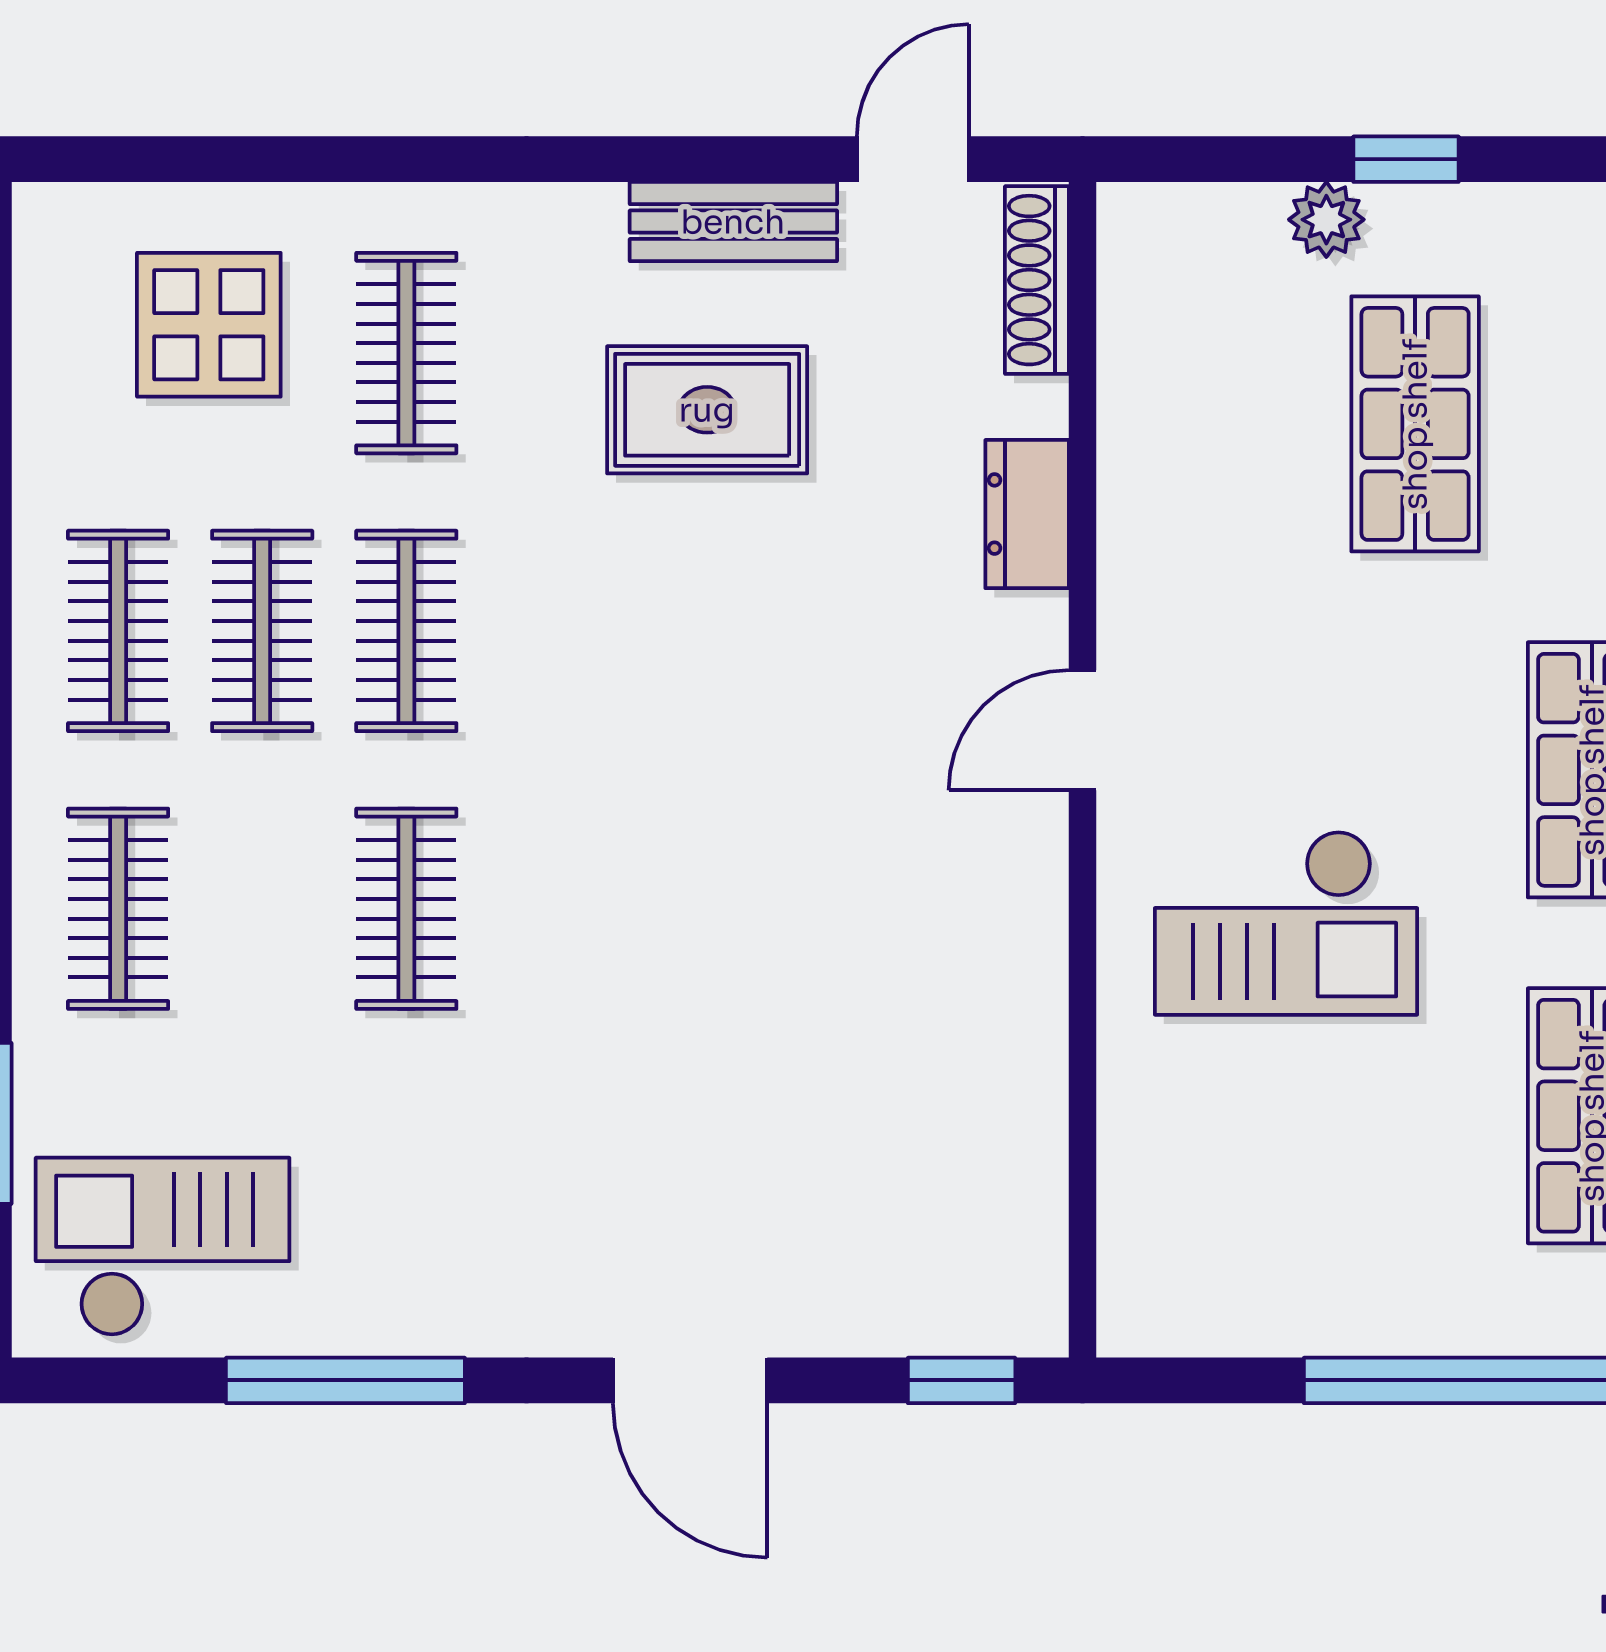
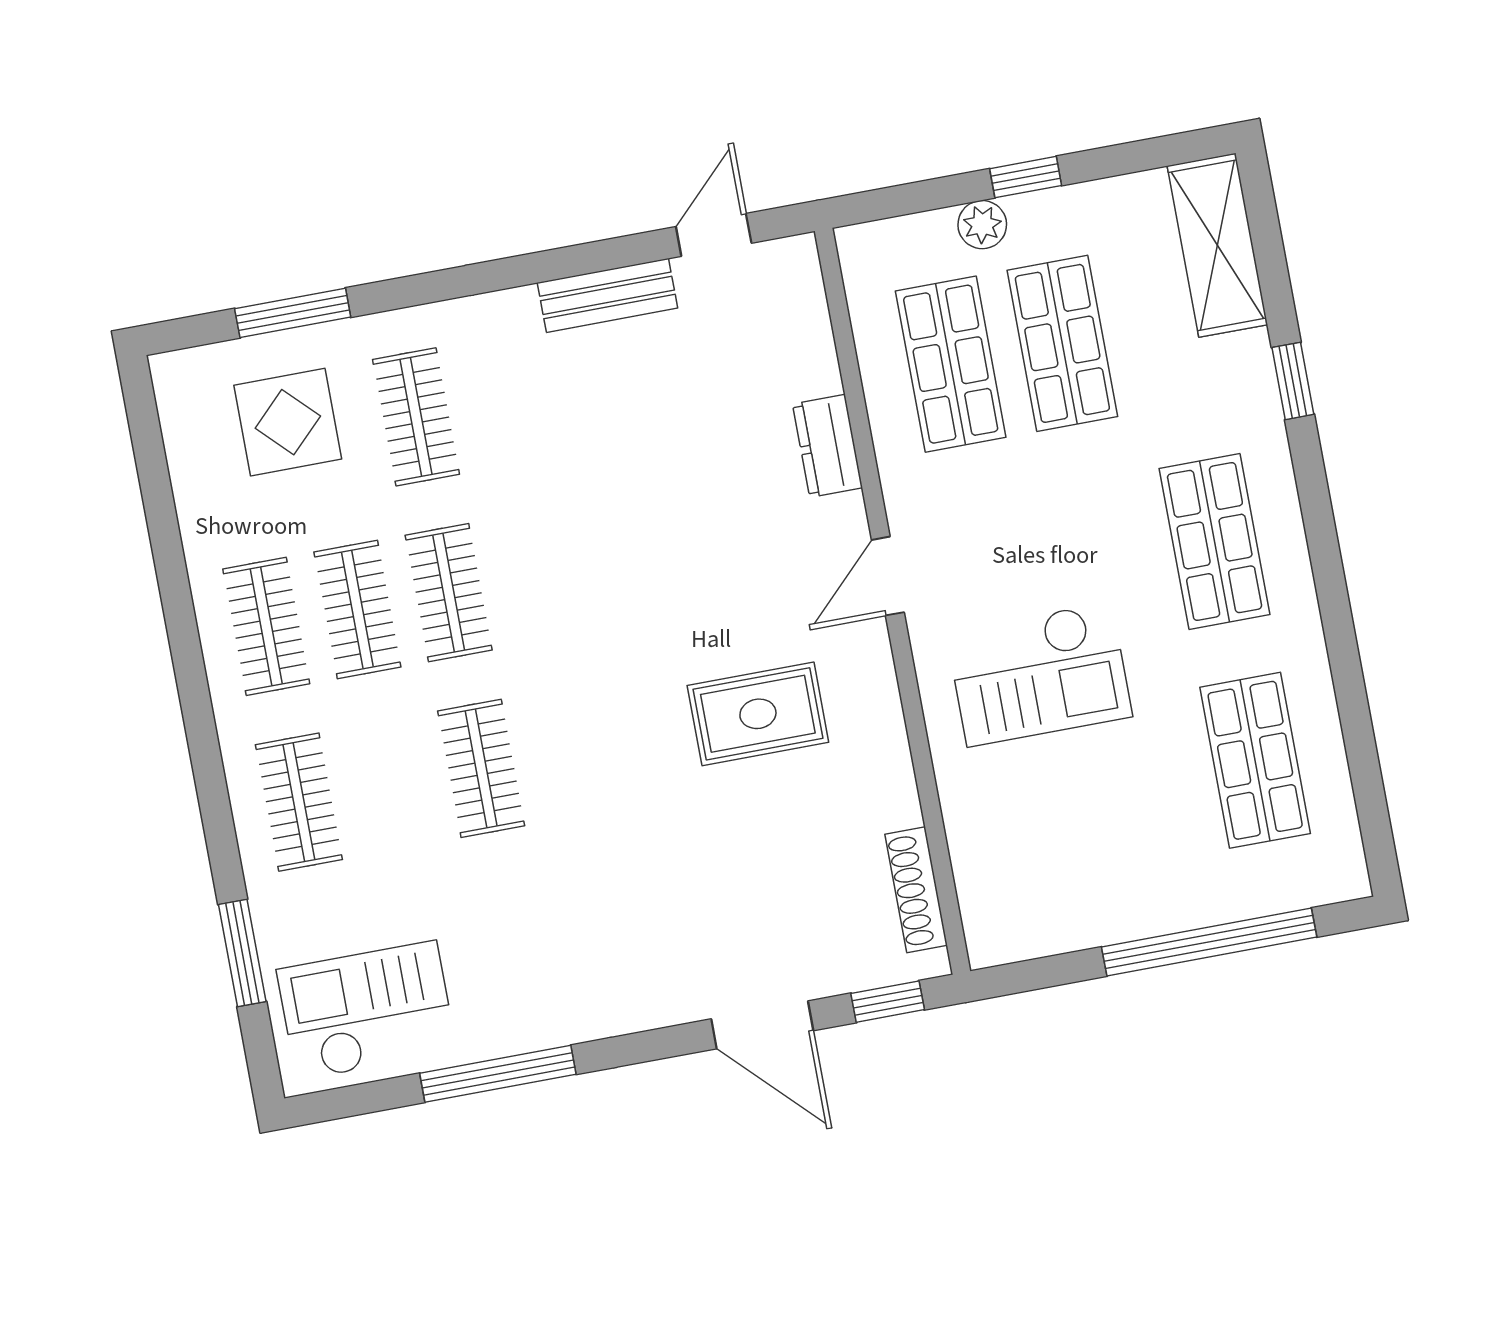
window: (247, 159) -> (293, 313), added
shoe rack: (1037, 280) -> (916, 890), moved
rug: (707, 410) -> (758, 714), moved
shop shelf: (1239, 424) -> (951, 364), added
door: (690, 1380) -> (762, 1025), moved

